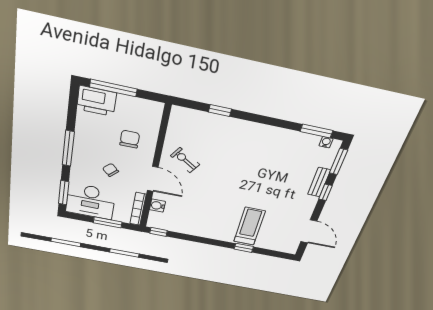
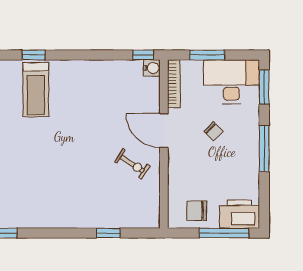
chair: (130, 139) -> (197, 211), moved, turned 90
water cooler: (157, 206) -> (152, 68), moved

